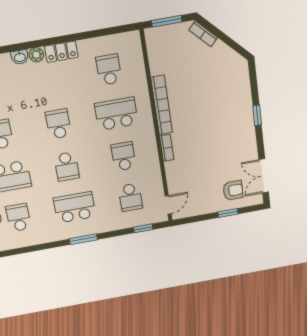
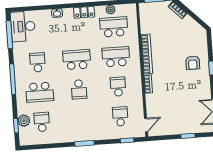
plant: (36, 55) -> (110, 10), moved
school desk: (109, 70) -> (114, 27), width x1.85
school desk: (58, 124) -> (77, 60), width x1.85
armchair: (233, 190) -> (193, 63), moved, turned 90
school desk: (130, 197) -> (120, 116), turned 180
school desk: (75, 207) -> (81, 119), removed

